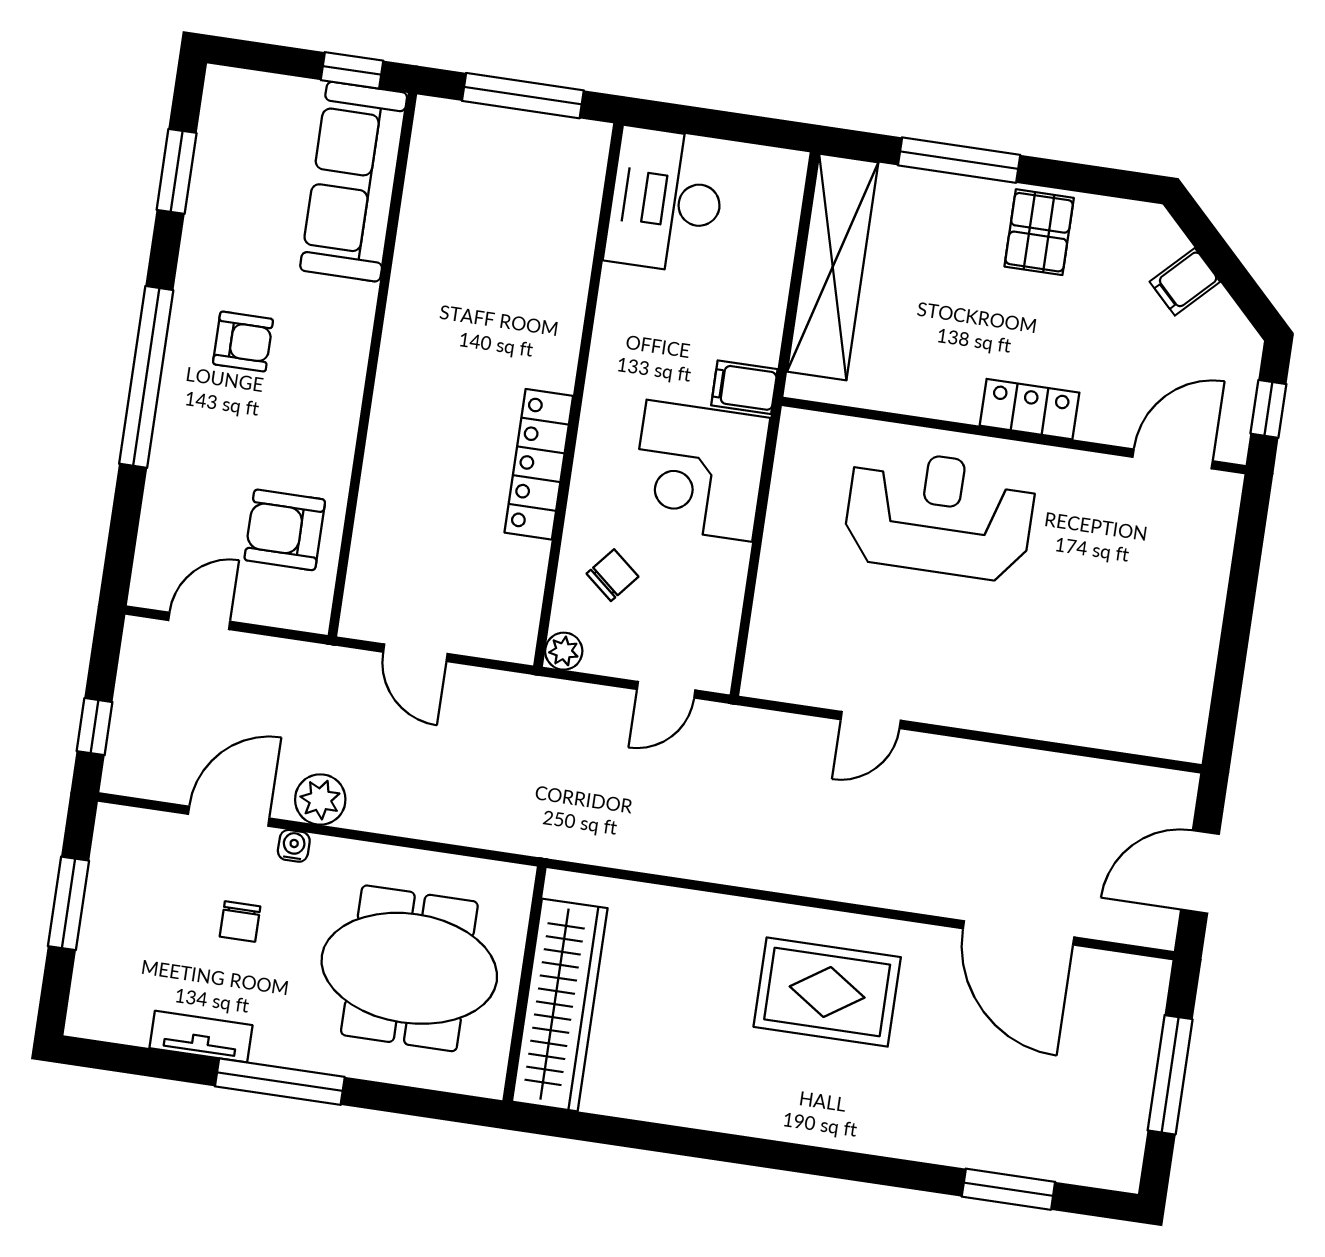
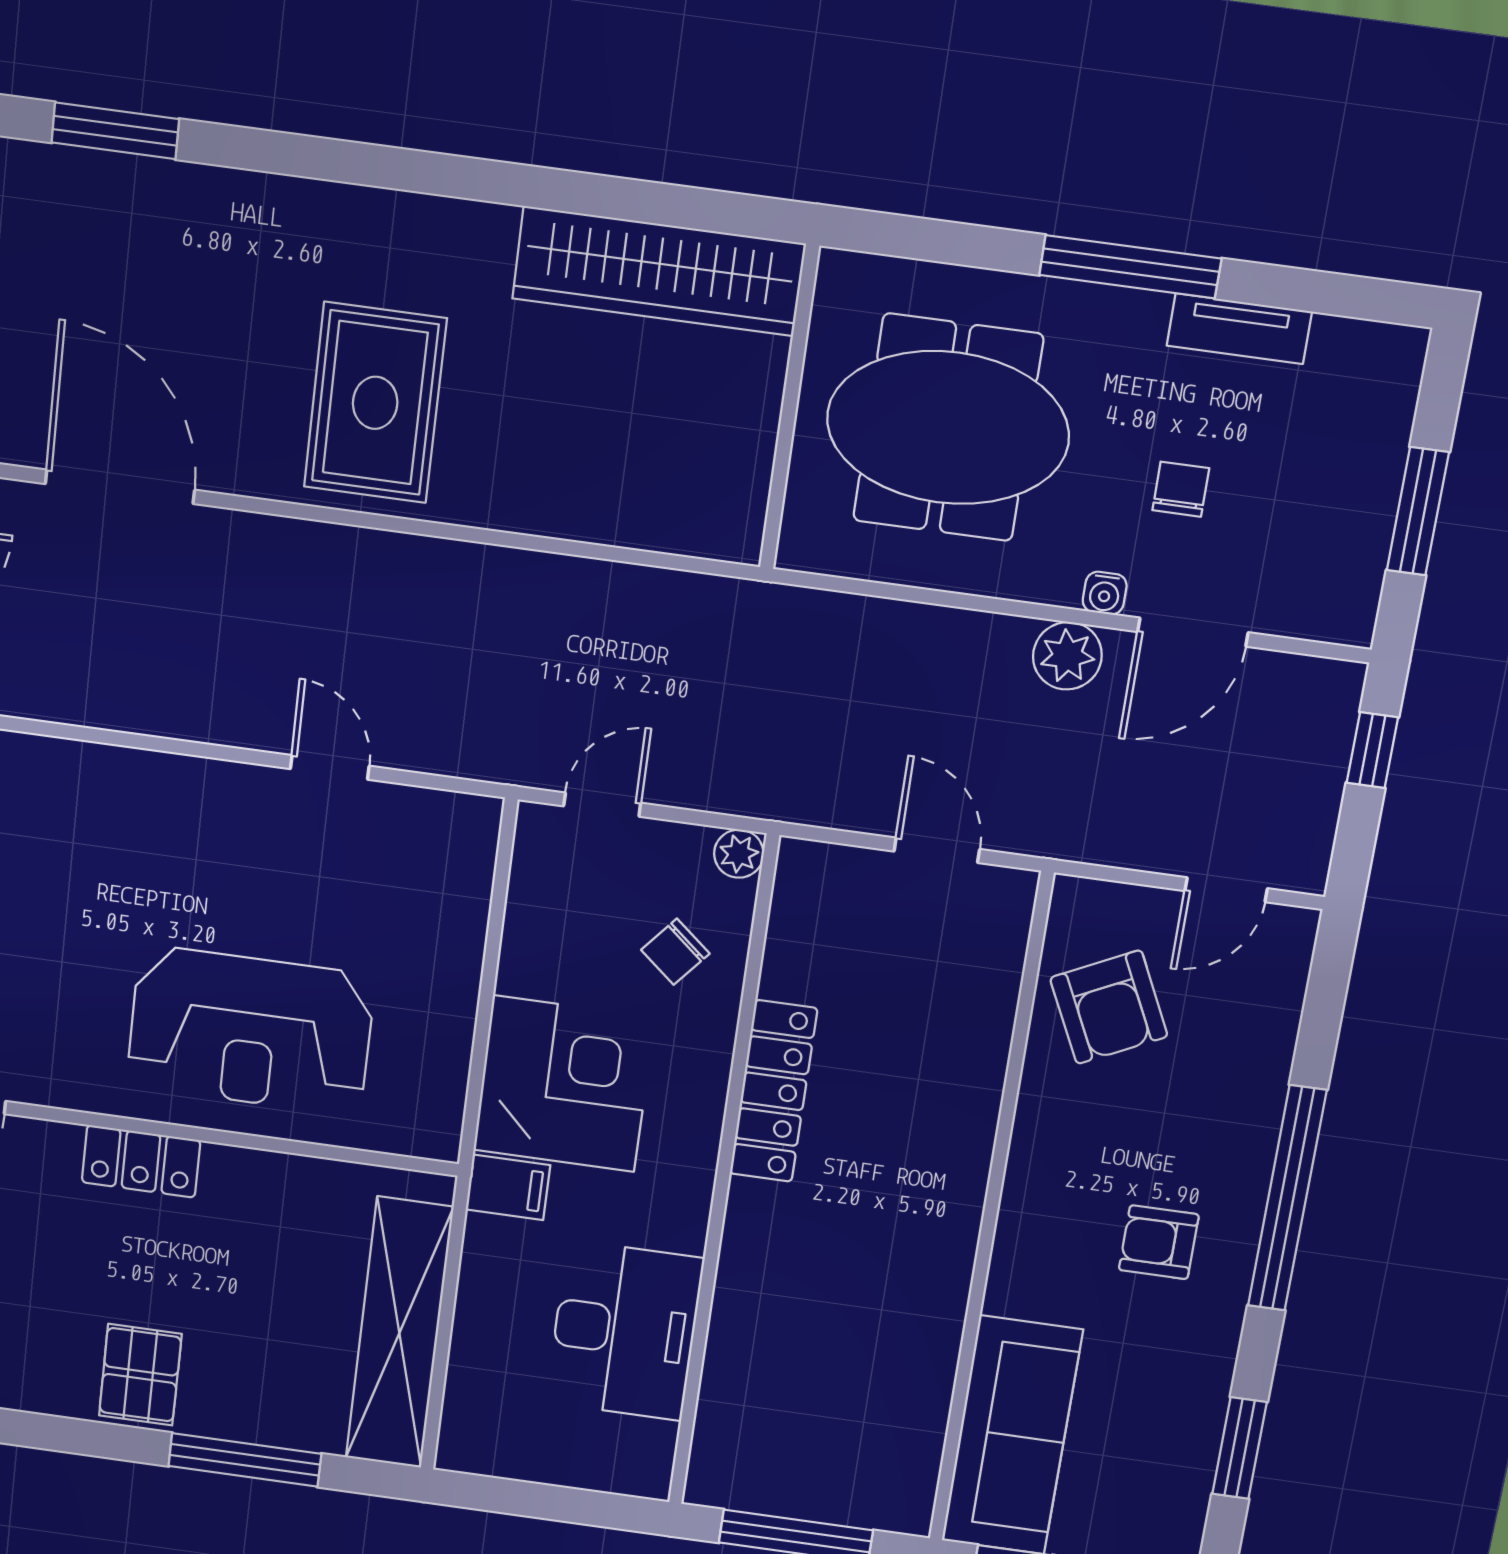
desk: (666, 200) -> (625, 1331), moved
armchair: (285, 530) -> (1109, 1007), turned 64
door: (871, 720) -> (330, 767), hinge flipped
rug: (827, 992) -> (375, 403), turned 90
wardrobe: (560, 1005) -> (659, 271), moved, turned -90

